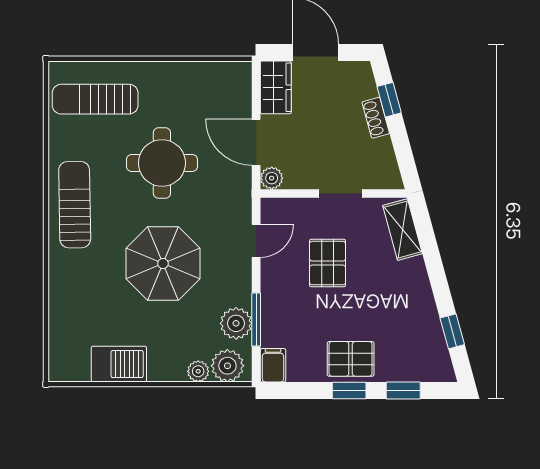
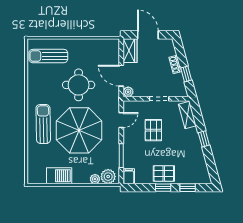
window: (389, 100) -> (186, 74), moved
sun lounger: (75, 205) -> (43, 124), moved
parasol: (163, 263) -> (79, 130), width x1.36, depth x1.36
plant: (236, 323) -> (112, 157), removed
window: (452, 331) -> (204, 139), moved

